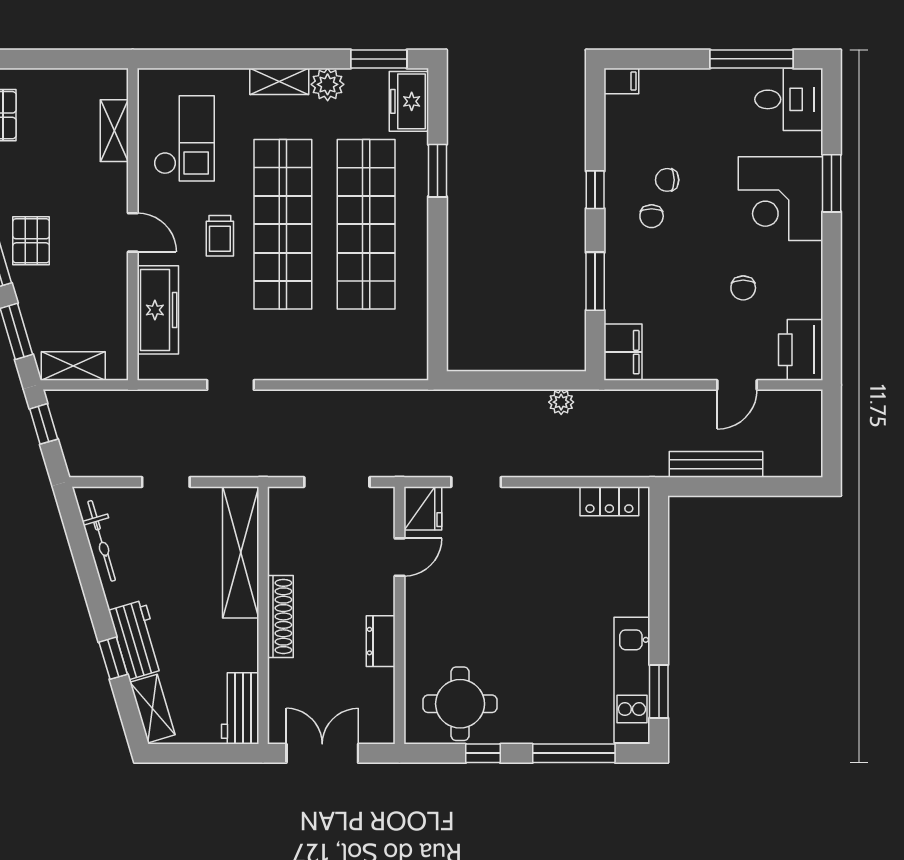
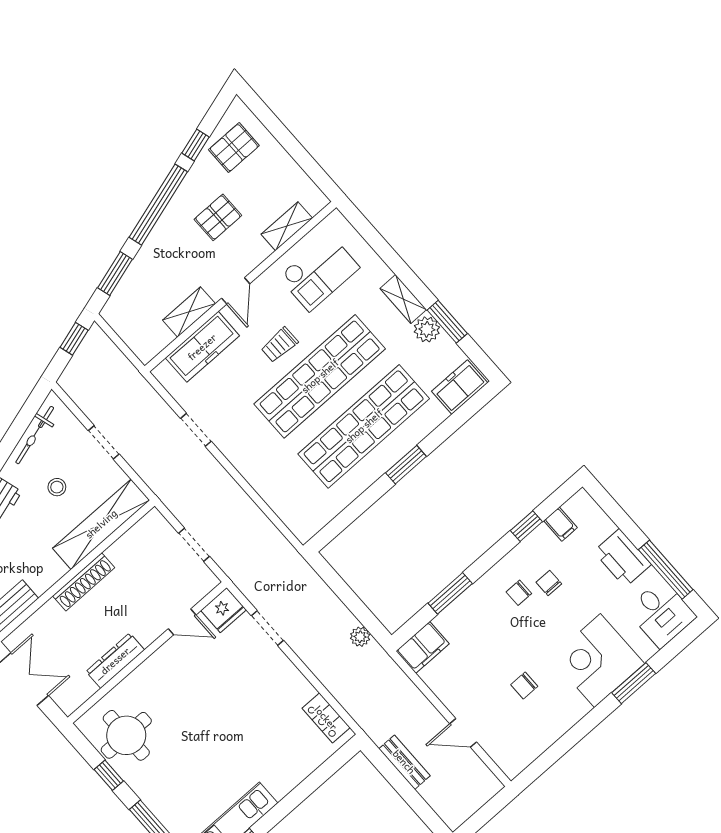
window: (379, 59) -> (447, 322), moved
filing cabinet: (621, 81) -> (560, 524), moved
window: (437, 171) -> (406, 465), moved
window: (595, 190) -> (526, 526), moved
pallet: (31, 241) -> (218, 217), moved
printer: (801, 350) -> (622, 558), moved, turned -90
shelving: (73, 366) -> (189, 312), moved, turned 90
bench: (716, 464) -> (404, 762), width x0.73
doorway: (337, 482) -> (194, 545), width x0.73
stool: (169, 563) -> (57, 487), added
dresser: (381, 641) -> (115, 661), width x1.44

